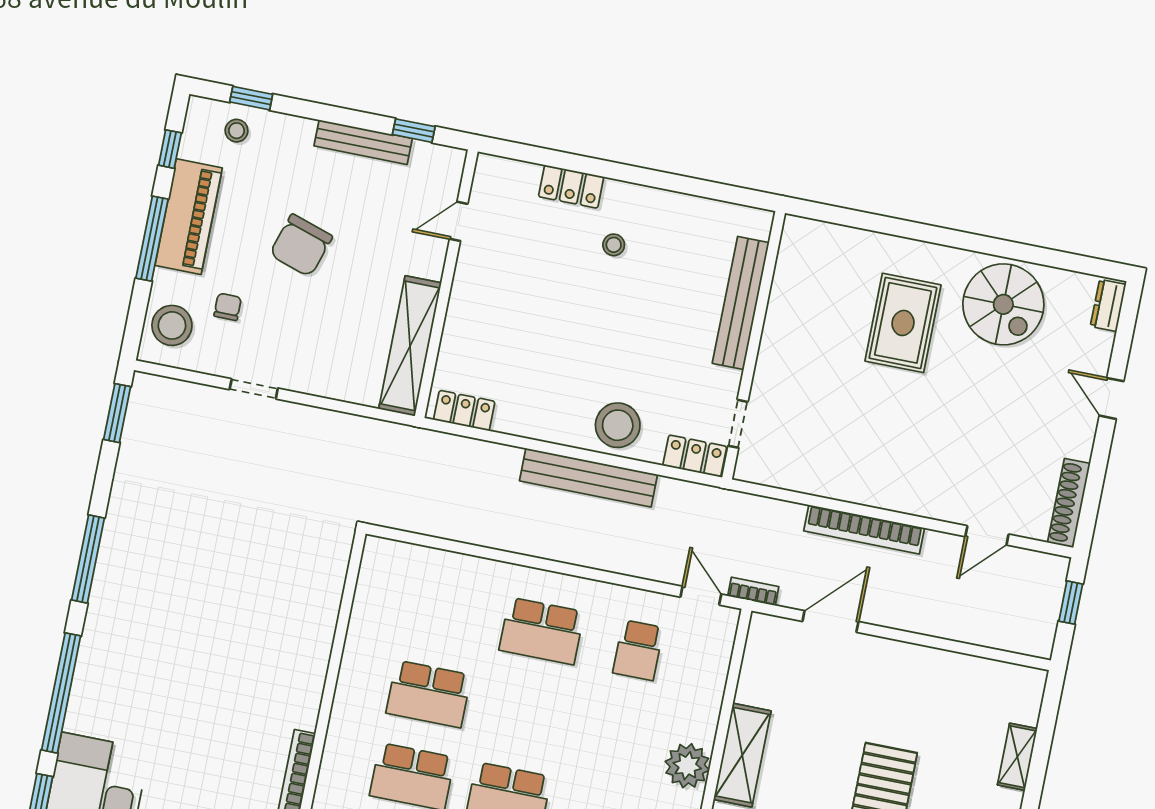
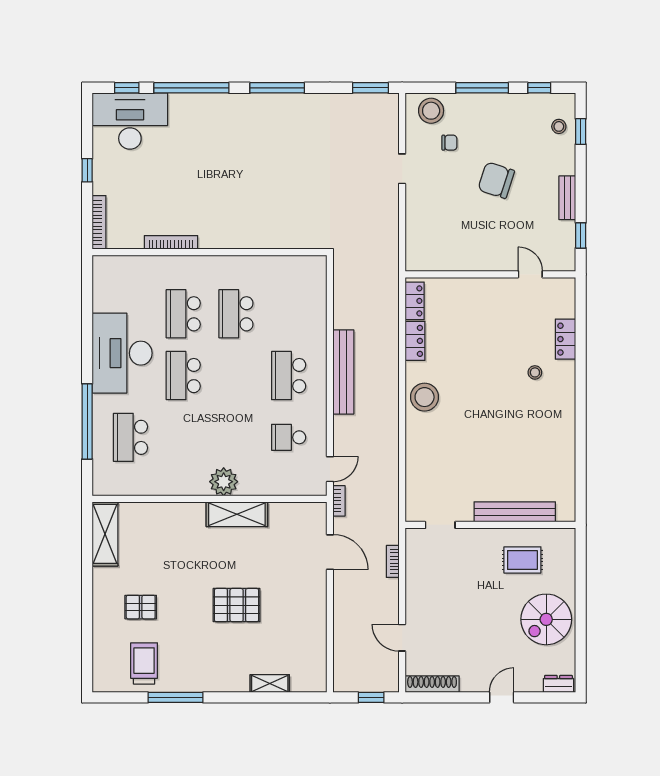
bench: (363, 142) -> (567, 198), width x0.73
piano: (189, 217) -> (500, 108), removed
bench: (741, 303) -> (515, 512), moved
rug: (903, 323) -> (522, 560), width x0.73, depth x0.70
wall: (754, 345) -> (490, 525), moved
shelving: (410, 346) -> (448, 260), removed
doorway: (738, 424) -> (440, 525), moved
locker: (695, 456) -> (415, 341), moved
bench: (589, 478) -> (343, 372), moved
bookcase: (864, 529) -> (393, 561), width x0.43, depth x0.76

